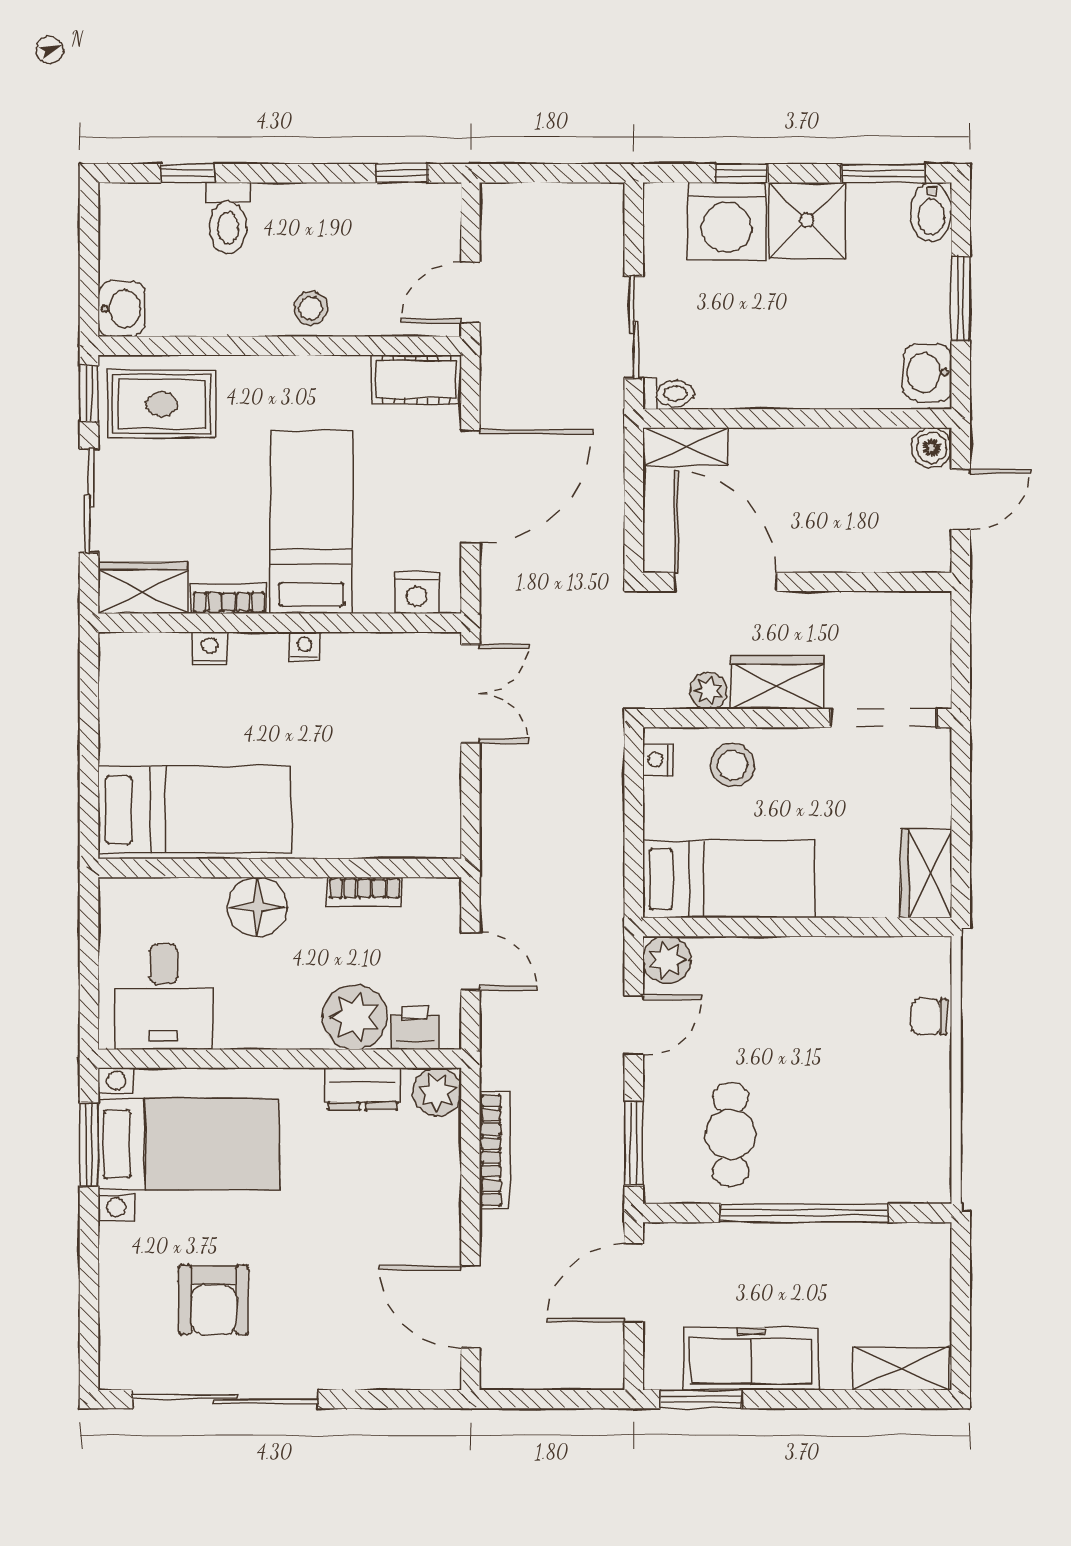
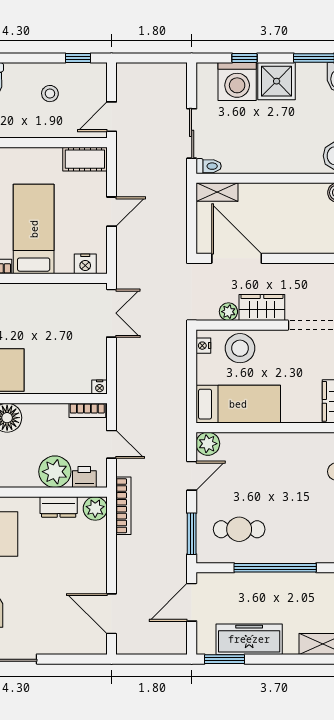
stool: (311, 308) -> (50, 94), moved
door: (470, 487) -> (112, 212), width x0.53
nightstand: (304, 646) -> (100, 387), moved, turned 180
stool: (732, 765) -> (240, 348), width x1.38, depth x1.38
bookcase: (364, 892) -> (87, 410), moved
cafe table: (731, 1134) -> (239, 529), turned 90
bookcase: (494, 1150) -> (123, 506), moved

